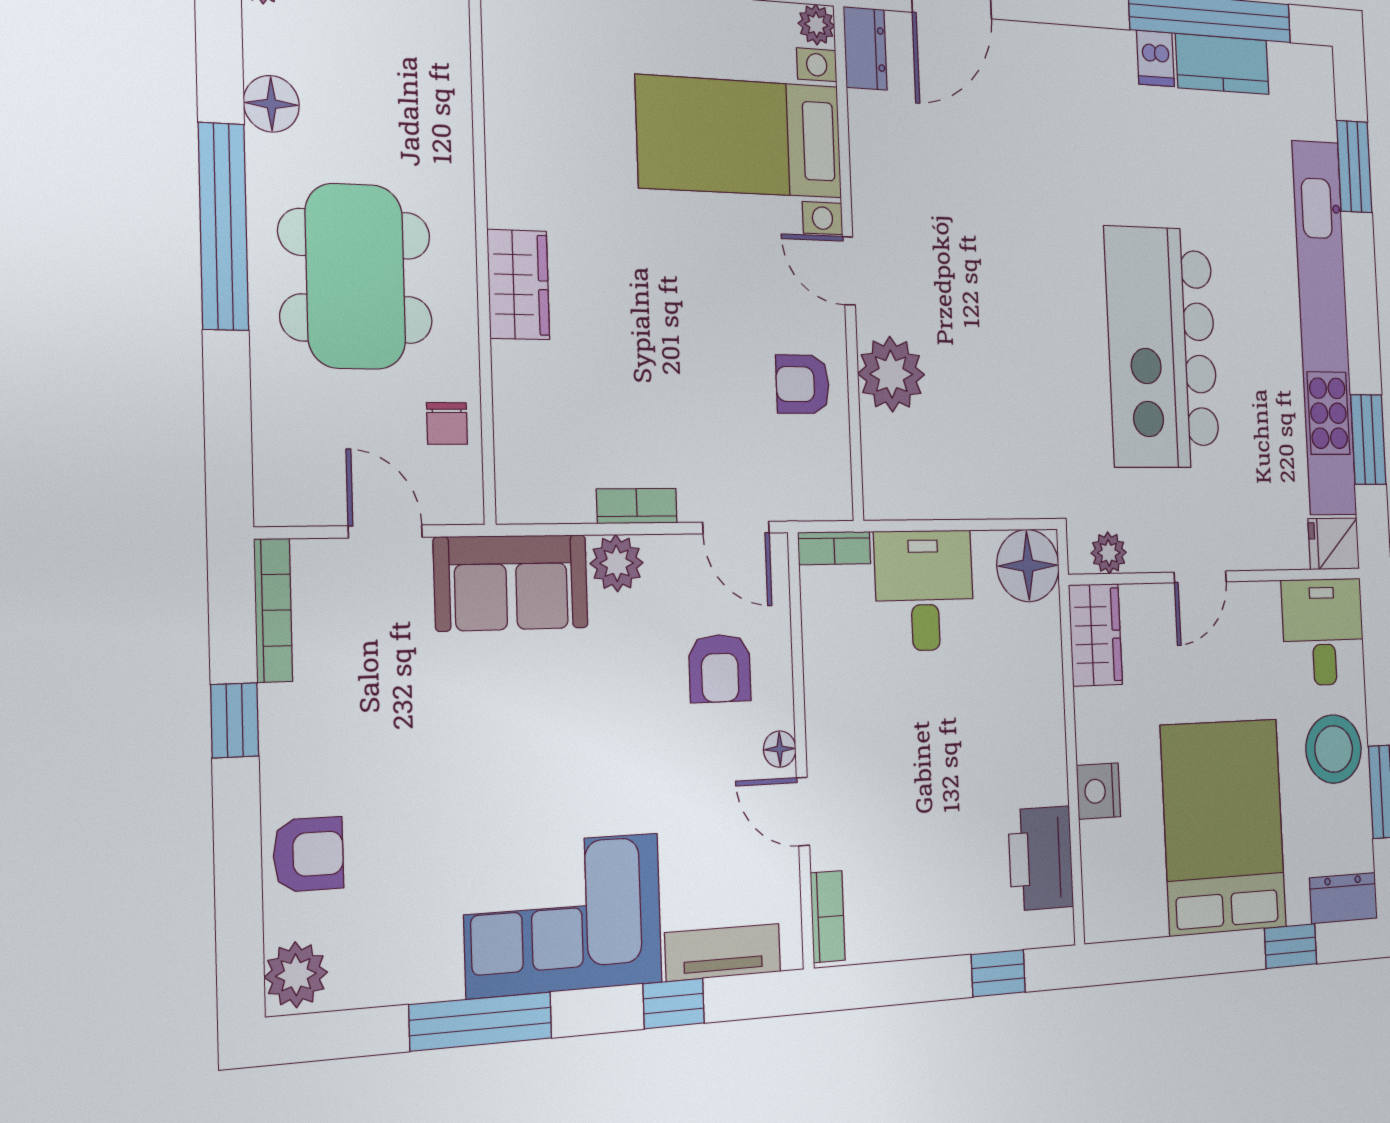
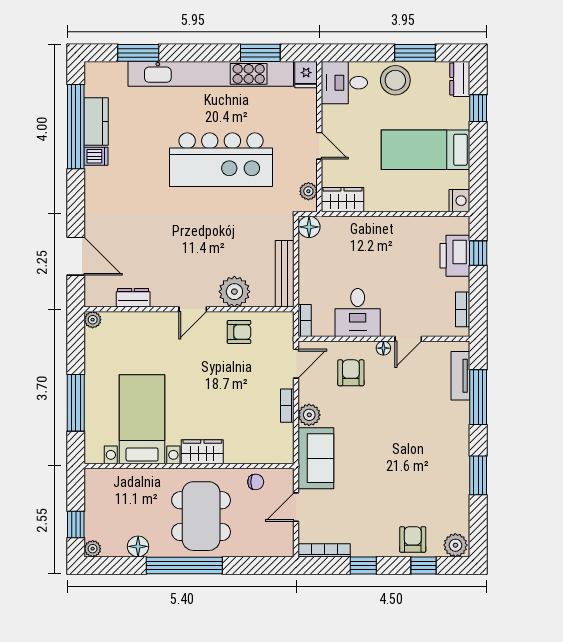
dresser: (865, 48) -> (133, 298), moved
bed with nightstands: (740, 137) -> (142, 419), moved, turned 180
dining table: (355, 276) -> (201, 516), turned 90
armchair: (803, 384) -> (239, 332), turned -90
bench: (935, 497) -> (285, 274), added
floor lamp: (1028, 566) -> (309, 227), width x0.73, depth x0.73
desk: (924, 590) -> (358, 313), moved, turned -90
armchair: (720, 668) -> (351, 373), turned -90
nightstand: (1098, 791) -> (459, 201), moved, turned -90
bed: (1223, 827) -> (426, 150), width x0.67
printer: (1041, 858) -> (455, 256), moved, turned 90
window: (238, 889) -> (424, 565), added
corner sofa: (563, 915) -> (441, 441), removed
bookcase: (828, 917) -> (463, 309), moved, turned -90
window: (674, 1003) -> (478, 397), width x2.17
window: (481, 1021) -> (478, 475), width x0.69

